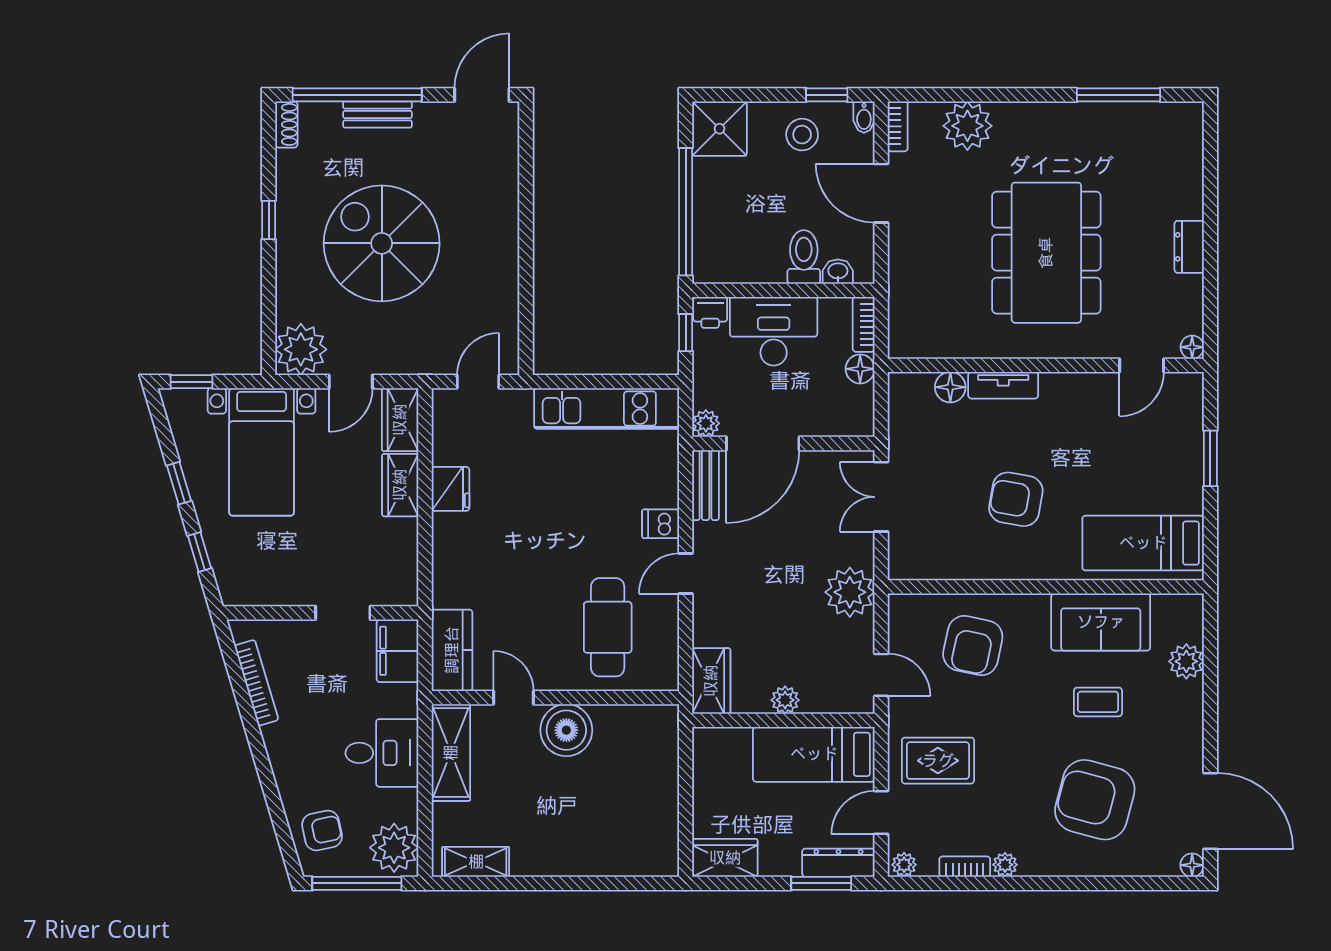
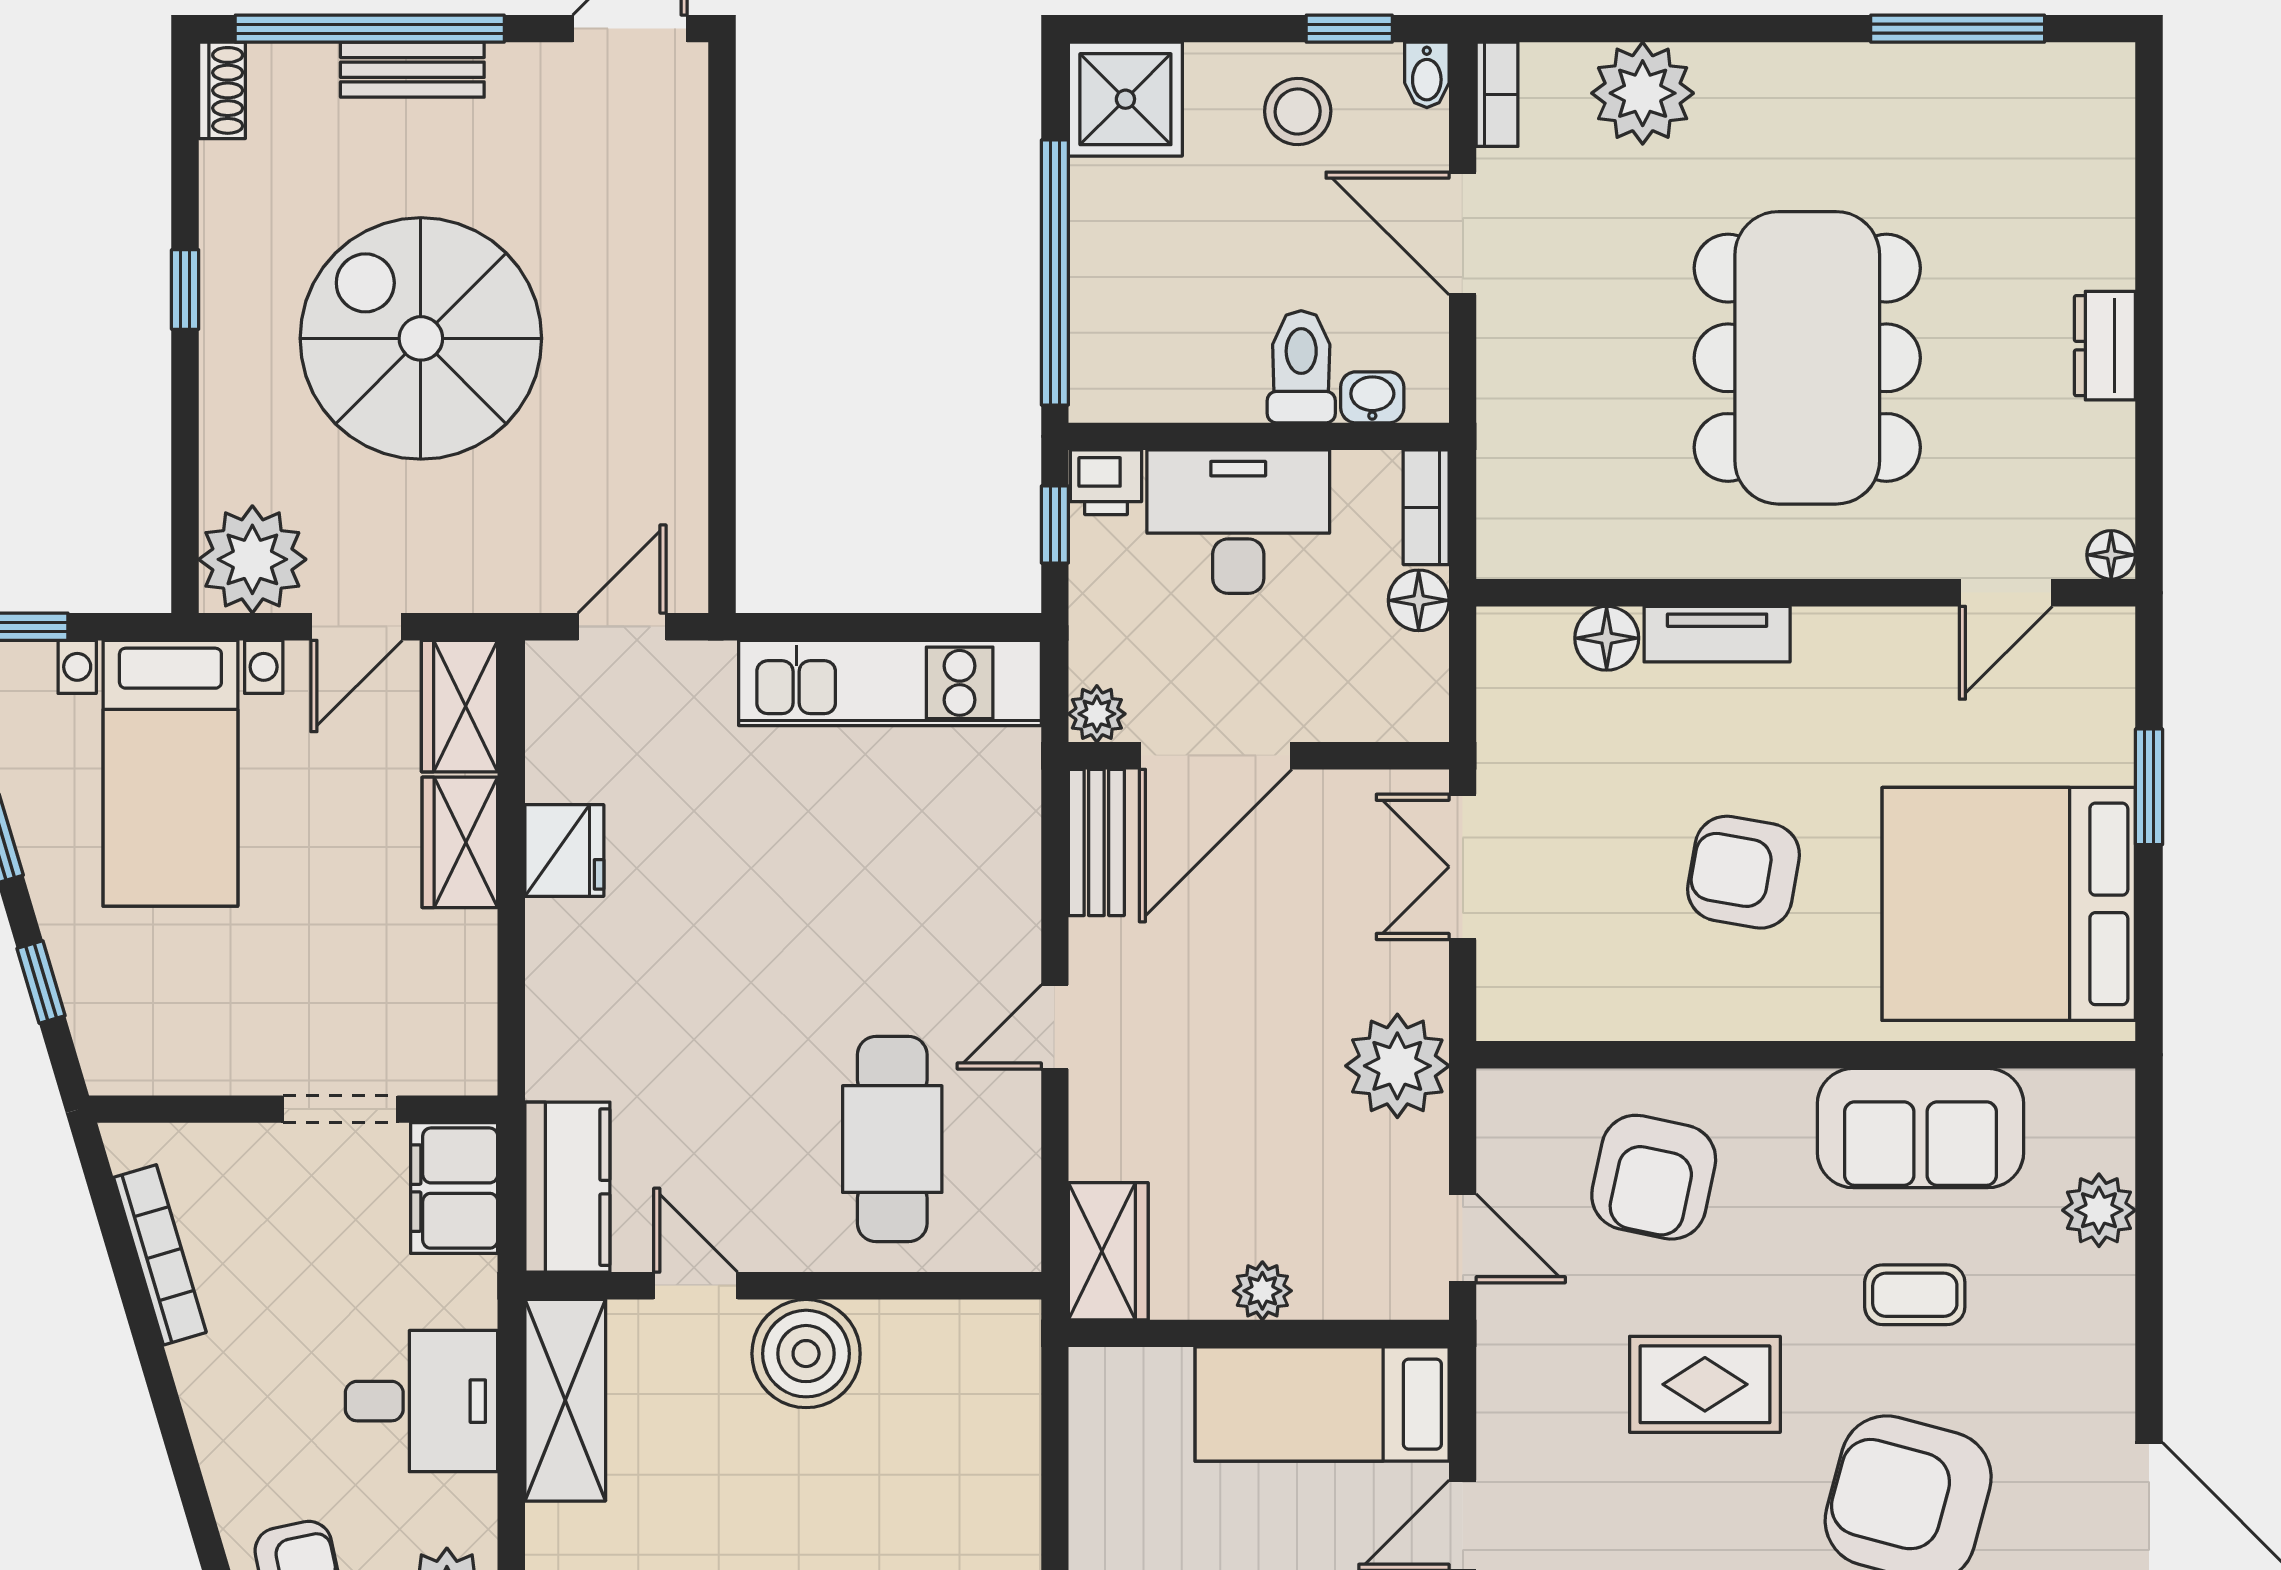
dishwasher: (661, 524) -> (1003, 923), removed
bed: (1143, 543) -> (2009, 904), width x2.04
rug: (938, 761) -> (1705, 1384), moved

